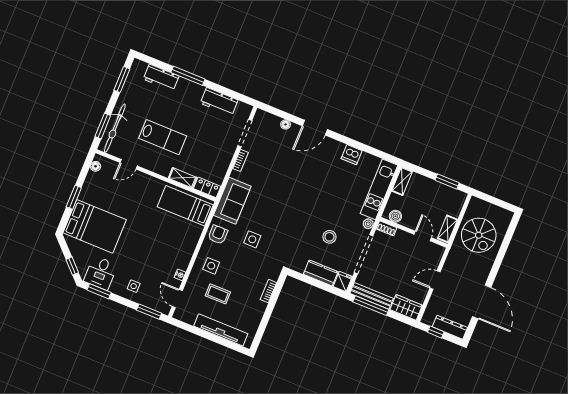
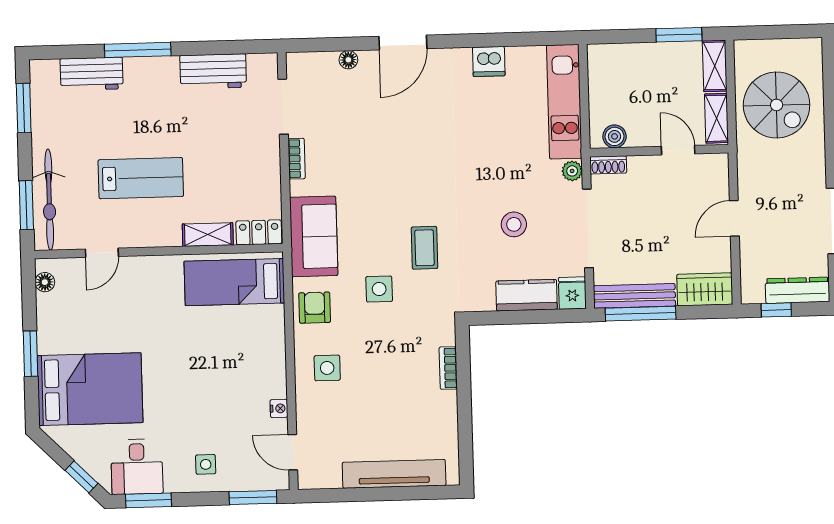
shelving: (402, 181) -> (715, 66), moved
coffee table: (218, 294) -> (424, 248), moved, turned 90

